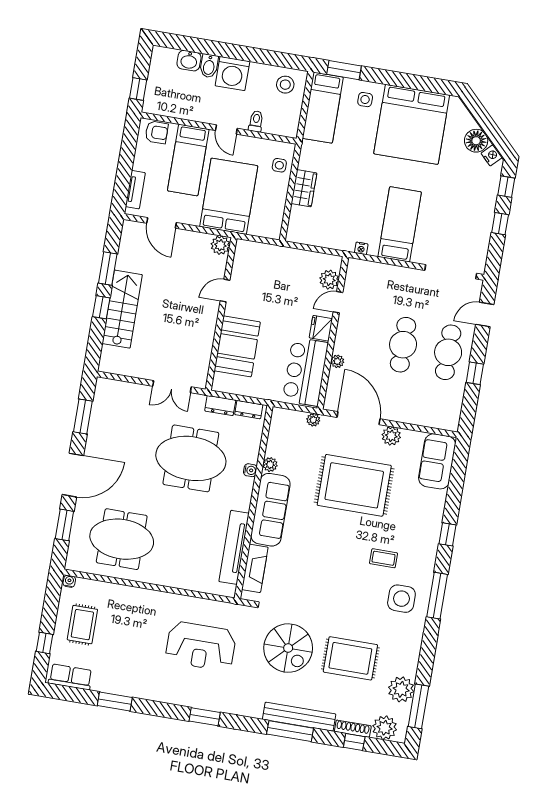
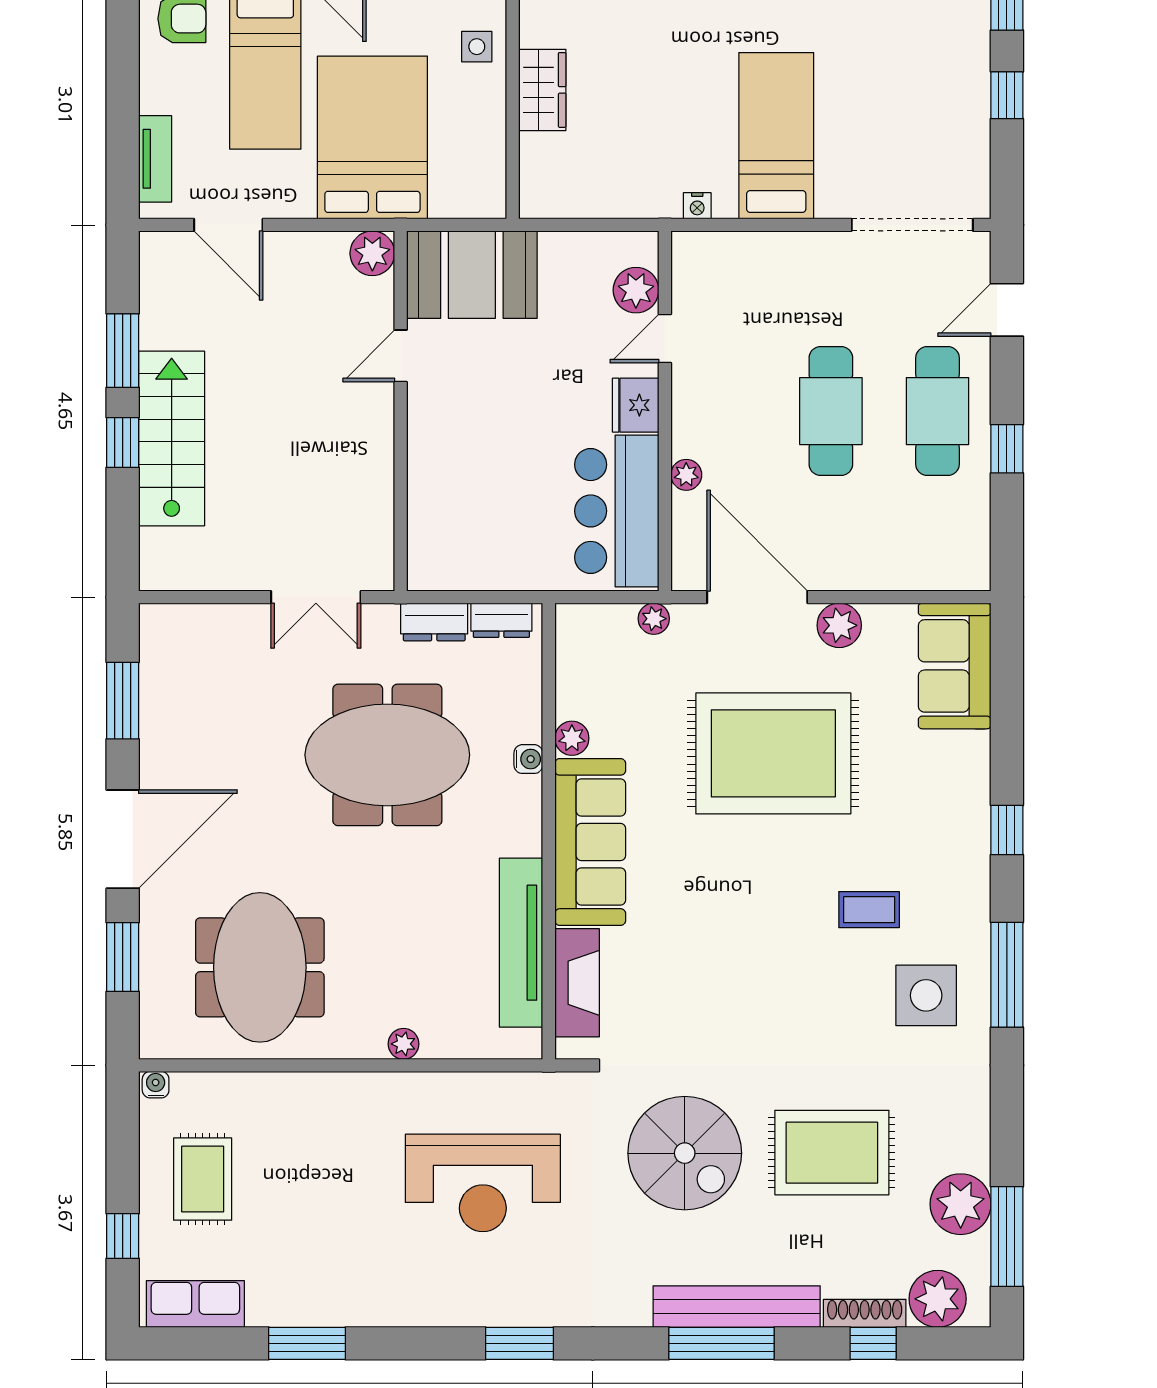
booth: (237, 346) -> (472, 275), moved, turned 90
meeting table: (122, 539) -> (260, 967), turned 90
plant: (177, 582) -> (404, 1044), added

